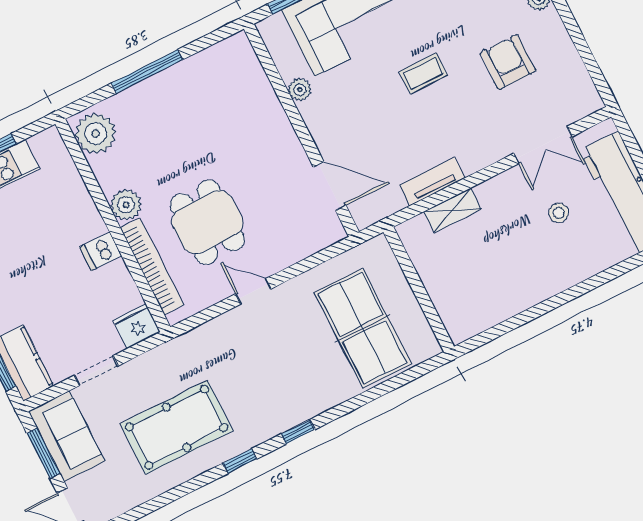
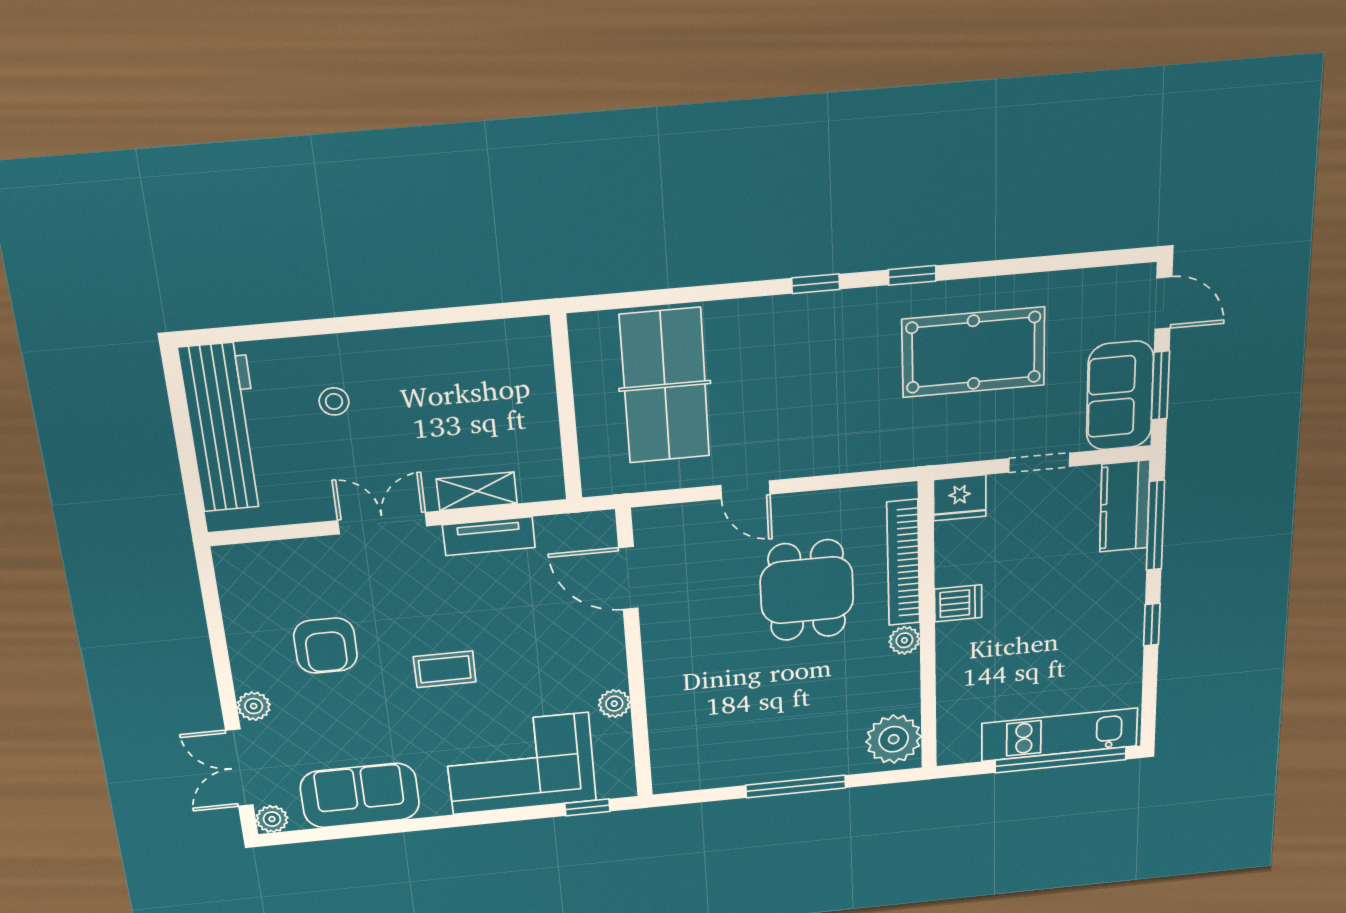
double door: (543, 145) -> (382, 523), moved
plant: (126, 205) -> (904, 640), width x0.73, depth x0.73
stool: (559, 213) -> (334, 401), moved
door: (253, 291) -> (745, 490), moved

